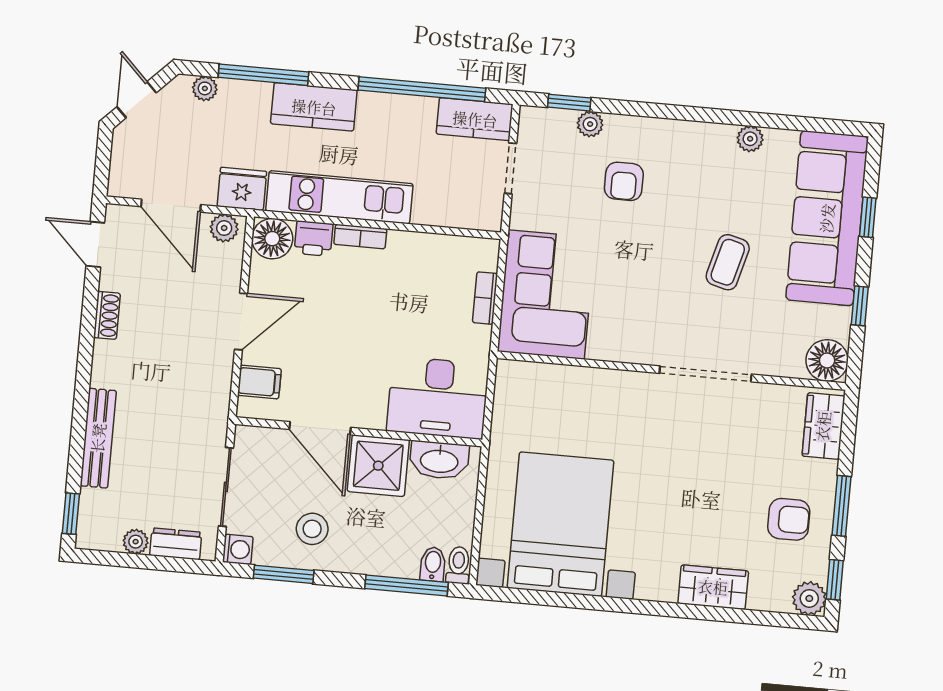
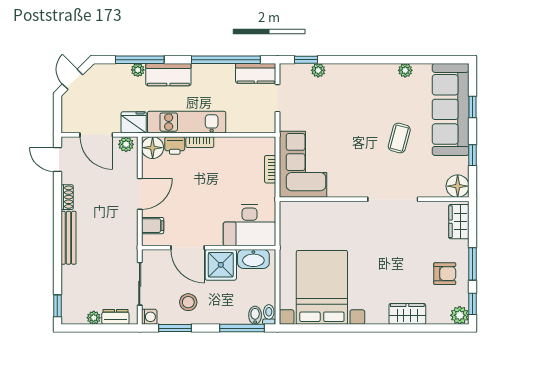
plant: (205, 88) -> (138, 70), moved
armchair: (624, 181) -> (339, 100), removed
bench: (98, 438) -> (68, 238), moved

